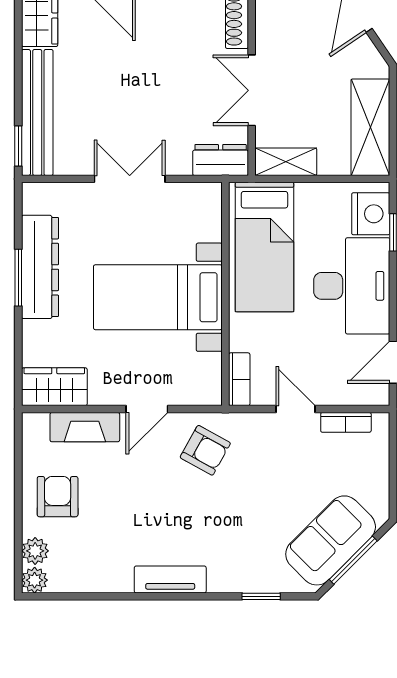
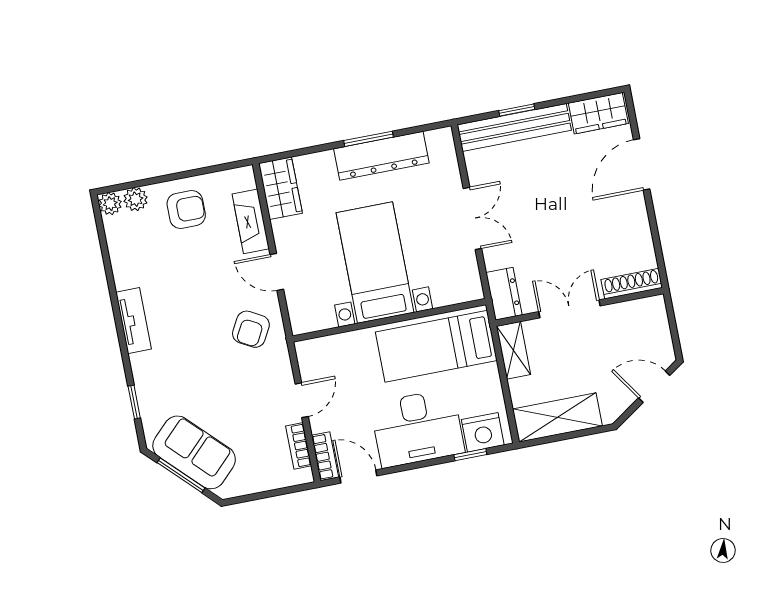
window: (18, 146) -> (517, 110), moved
bookcase: (239, 379) -> (325, 456), moved, turned -90

